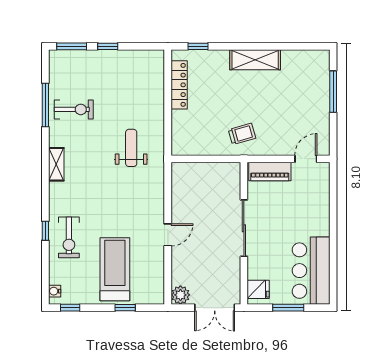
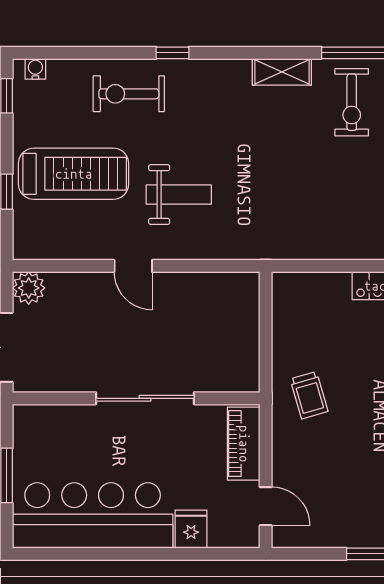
weight bench: (131, 148) -> (179, 194), moved
shelving: (56, 164) -> (282, 72), moved
window: (45, 231) -> (173, 53), moved
bar counter: (311, 271) -> (93, 515), width x1.36
fridge: (258, 289) -> (191, 529), moved, turned 180

